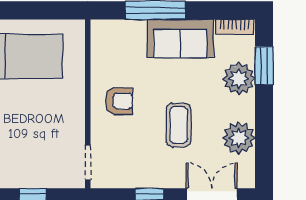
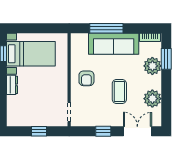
sofa: (180, 39) -> (114, 44), width x1.36
armchair: (119, 101) -> (86, 78), turned 90

